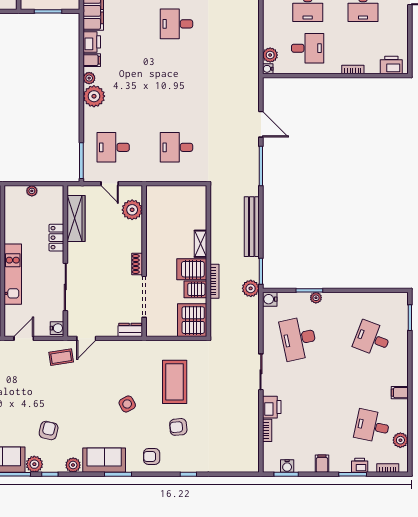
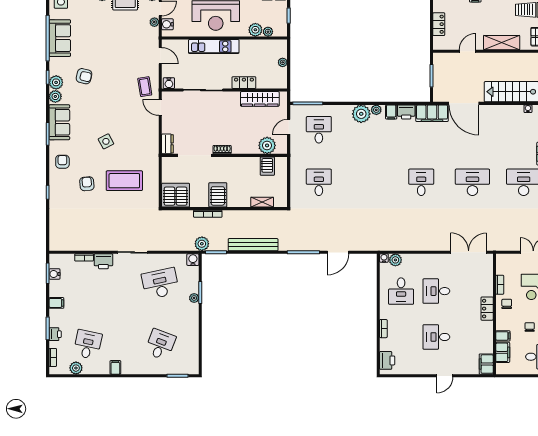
shelving: (200, 244) -> (262, 202), moved
server rack: (195, 289) -> (267, 166), moved, turned 180
plant: (34, 464) -> (56, 82), moved

